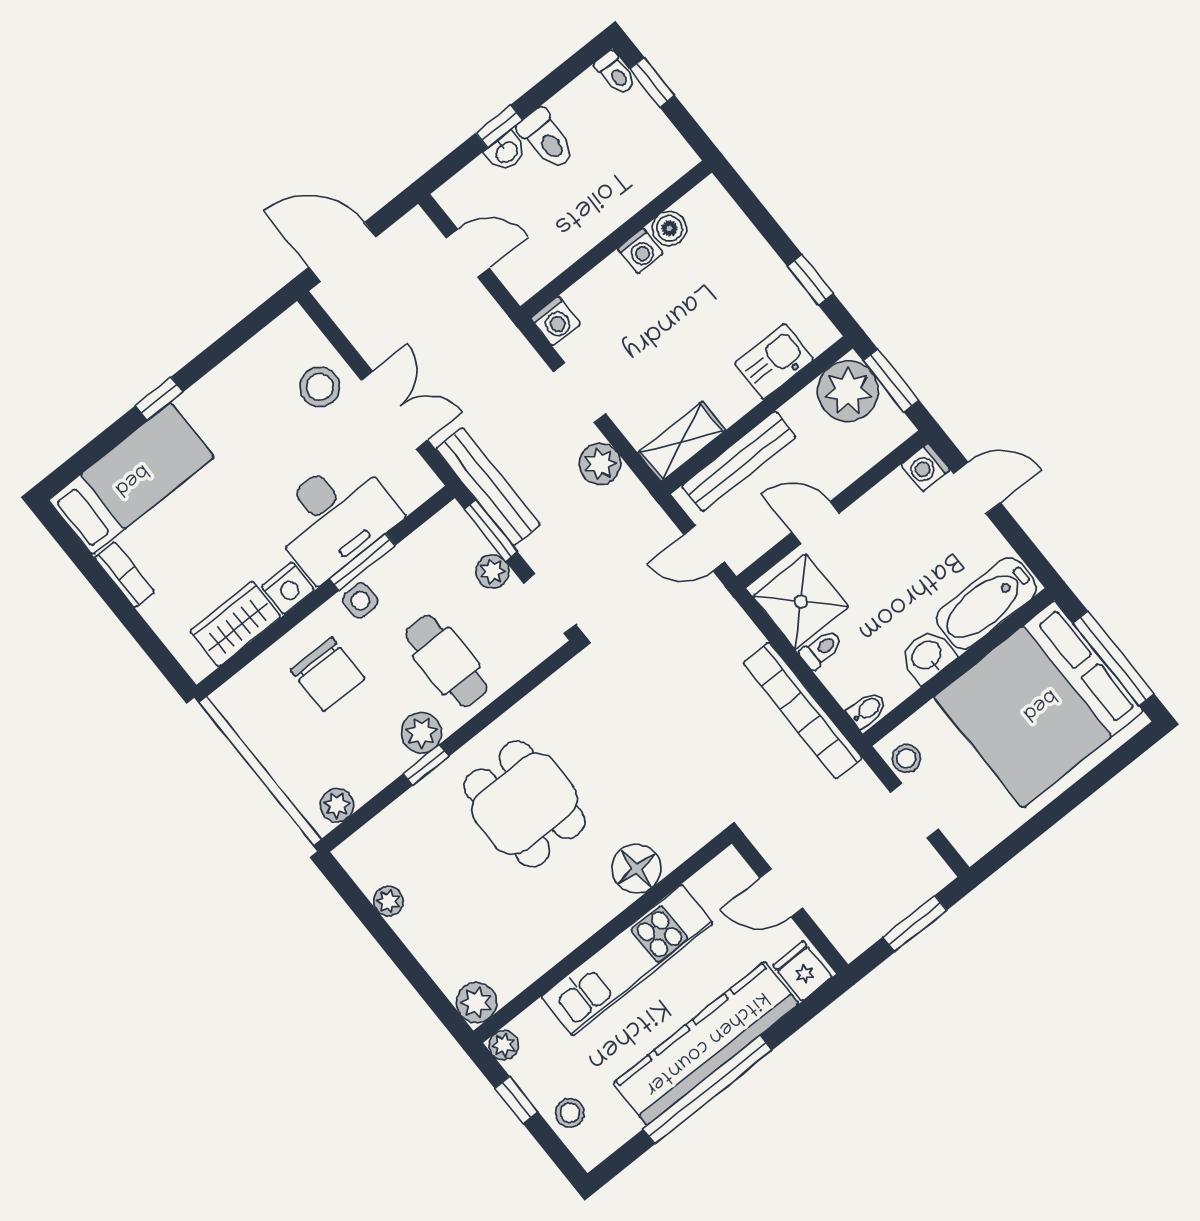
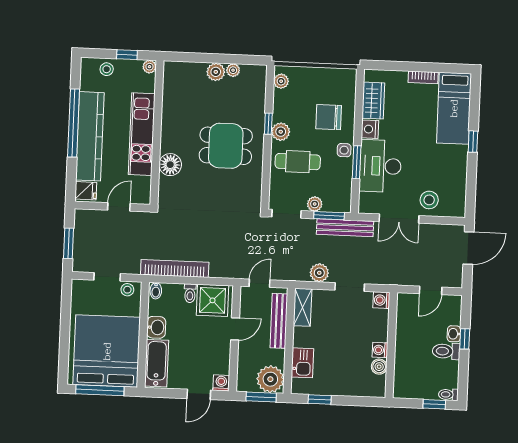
plant: (476, 1003) -> (216, 72), moved

